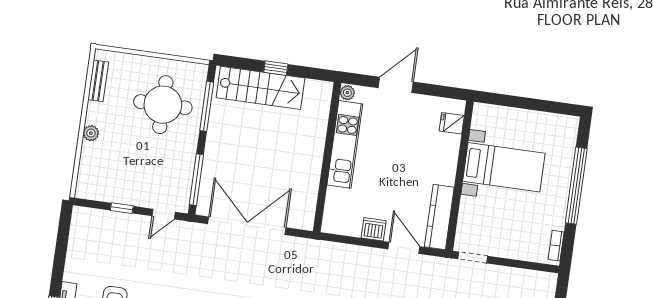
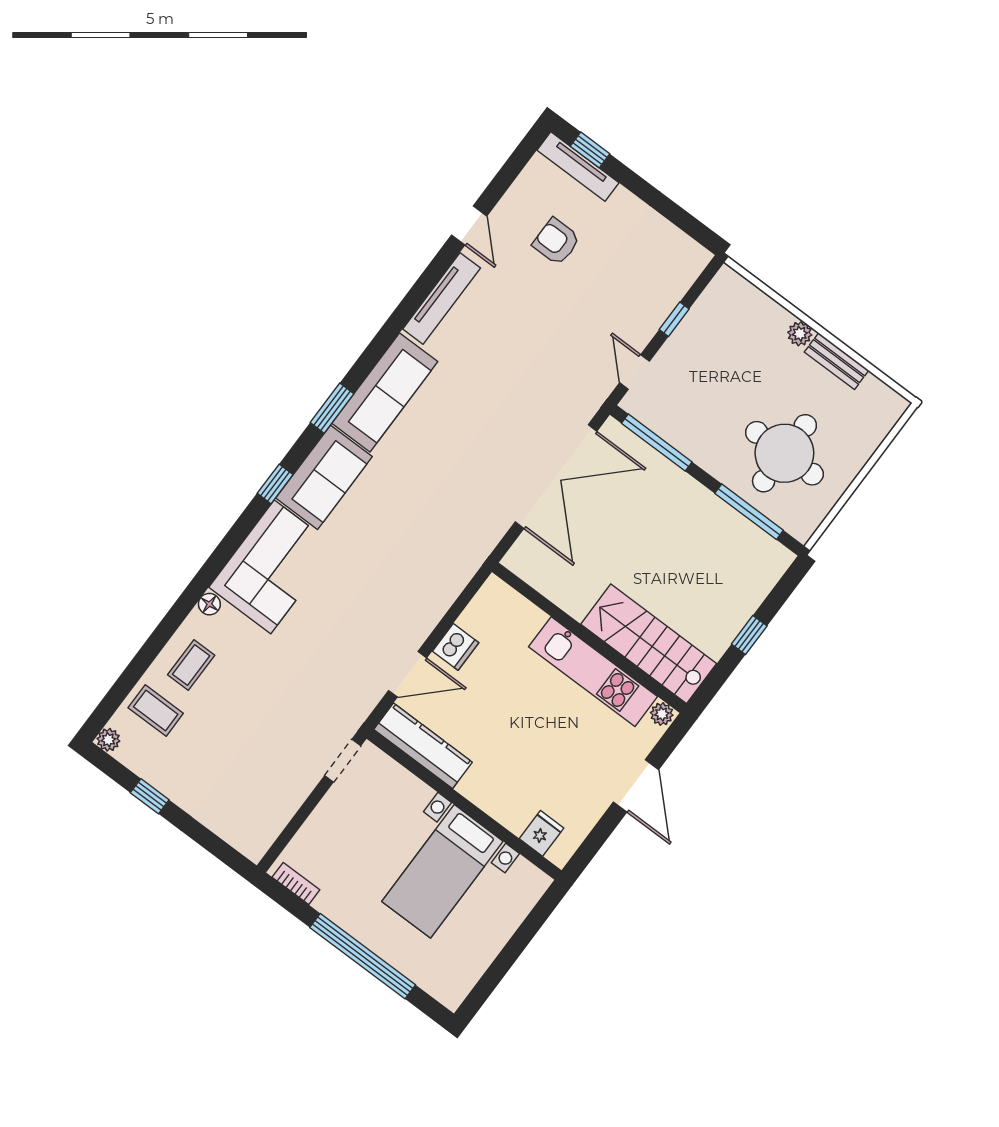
bench: (98, 81) -> (837, 361), moved
stairs: (261, 88) -> (649, 644), moved, turned 90

